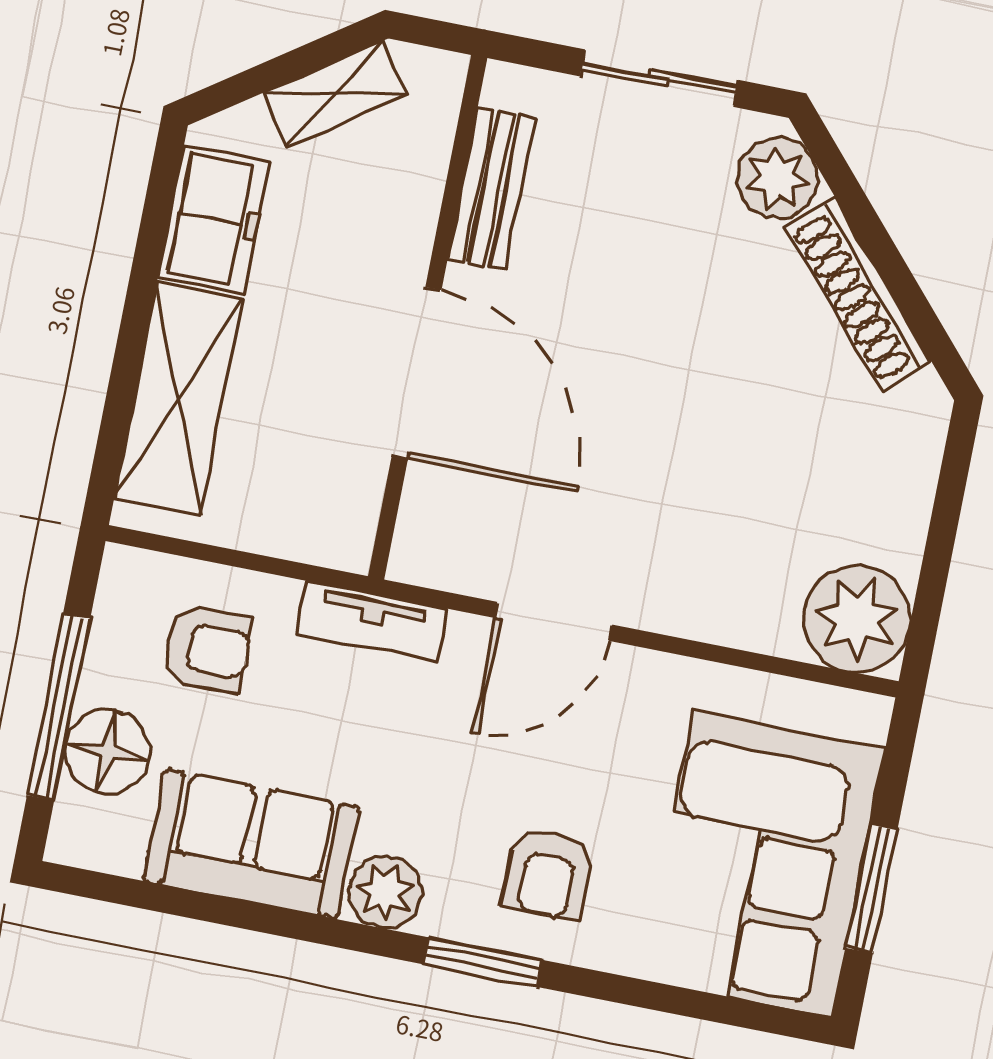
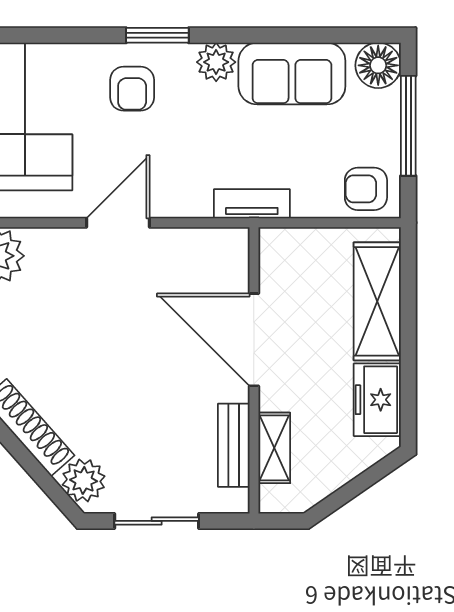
shelving: (335, 94) -> (274, 448), moved, turned -55
door: (553, 621) -> (118, 223), moved
armchair: (207, 649) -> (366, 189), moved
floor lamp: (107, 752) -> (378, 65), moved
armchair: (548, 874) -> (132, 89), turned 180

